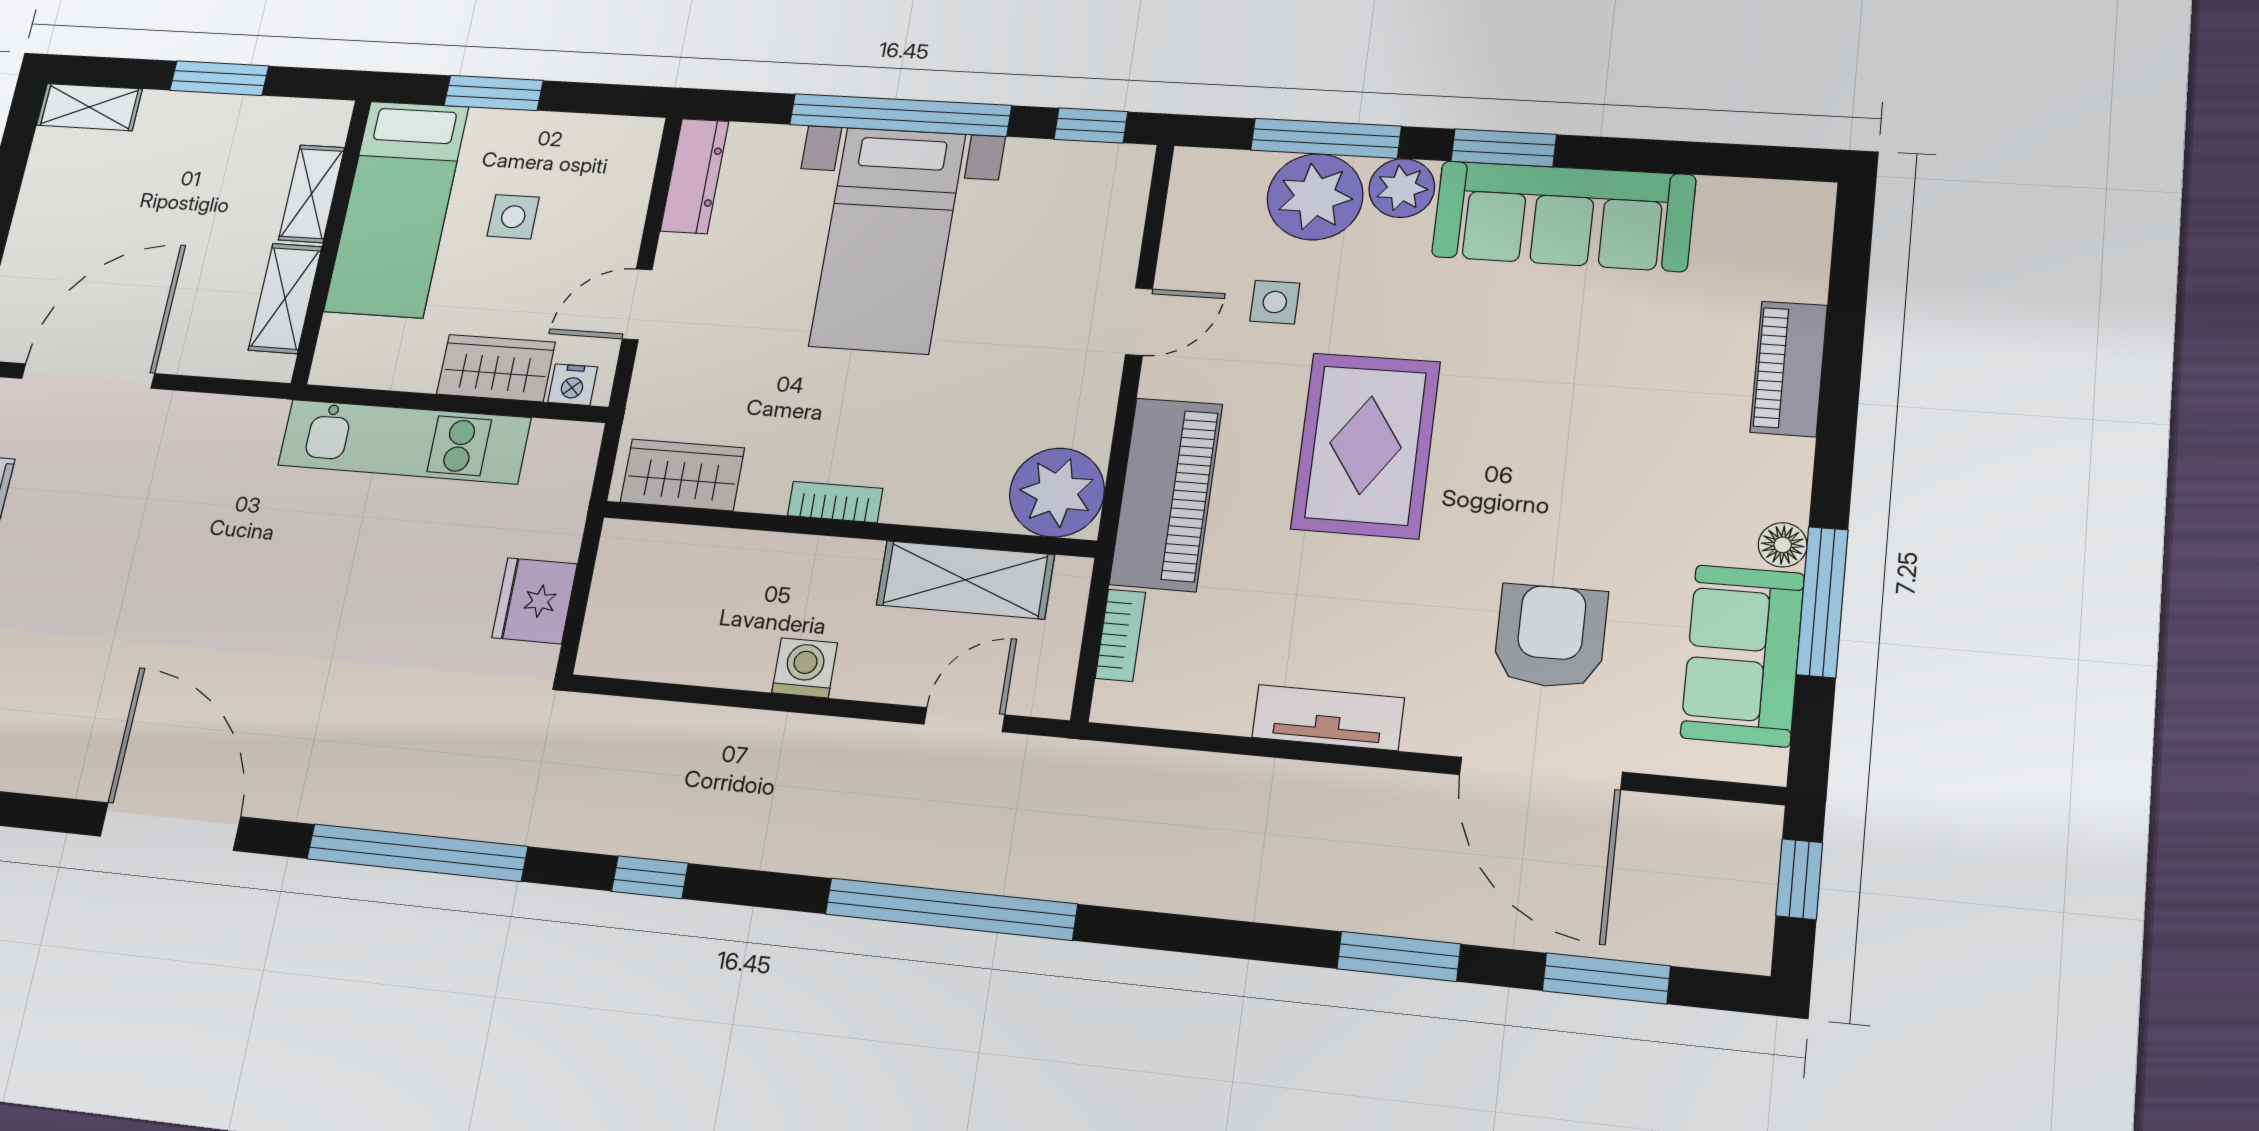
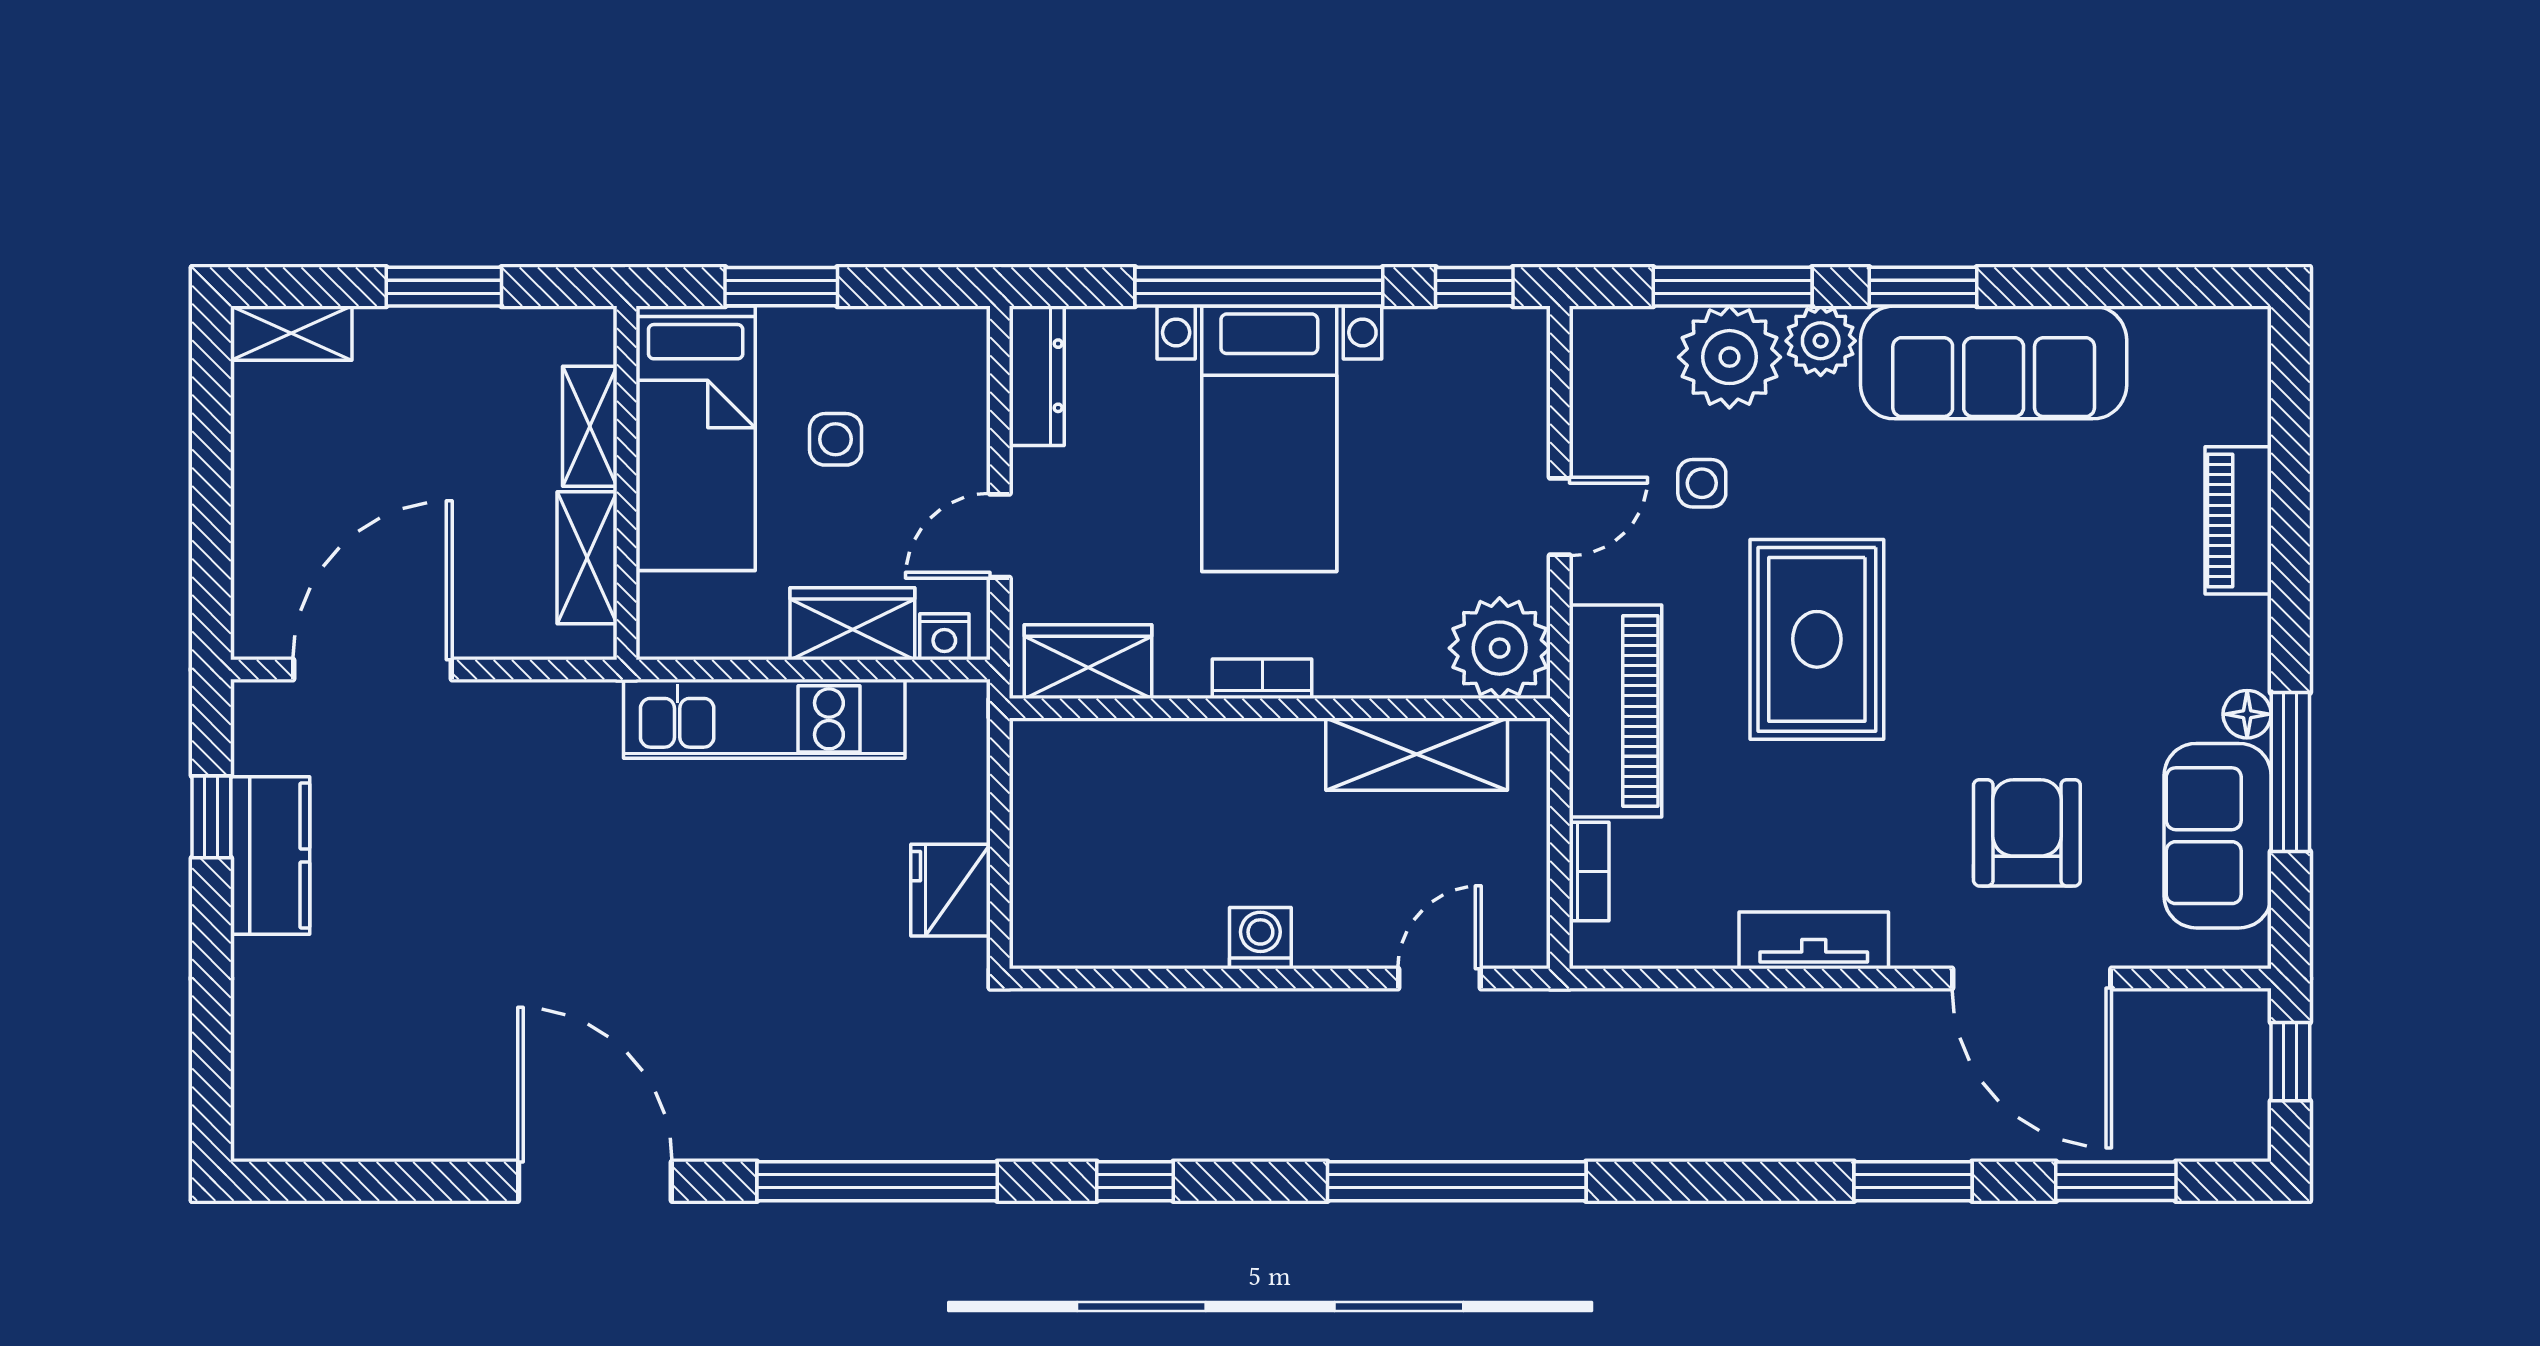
wardrobe: (682, 475) -> (1088, 662), moved
plant: (1057, 492) -> (1500, 648), moved
bookcase: (835, 502) -> (1262, 679), moved
wall: (847, 529) -> (1280, 708), moved
shelving: (965, 580) -> (1417, 754), moved

